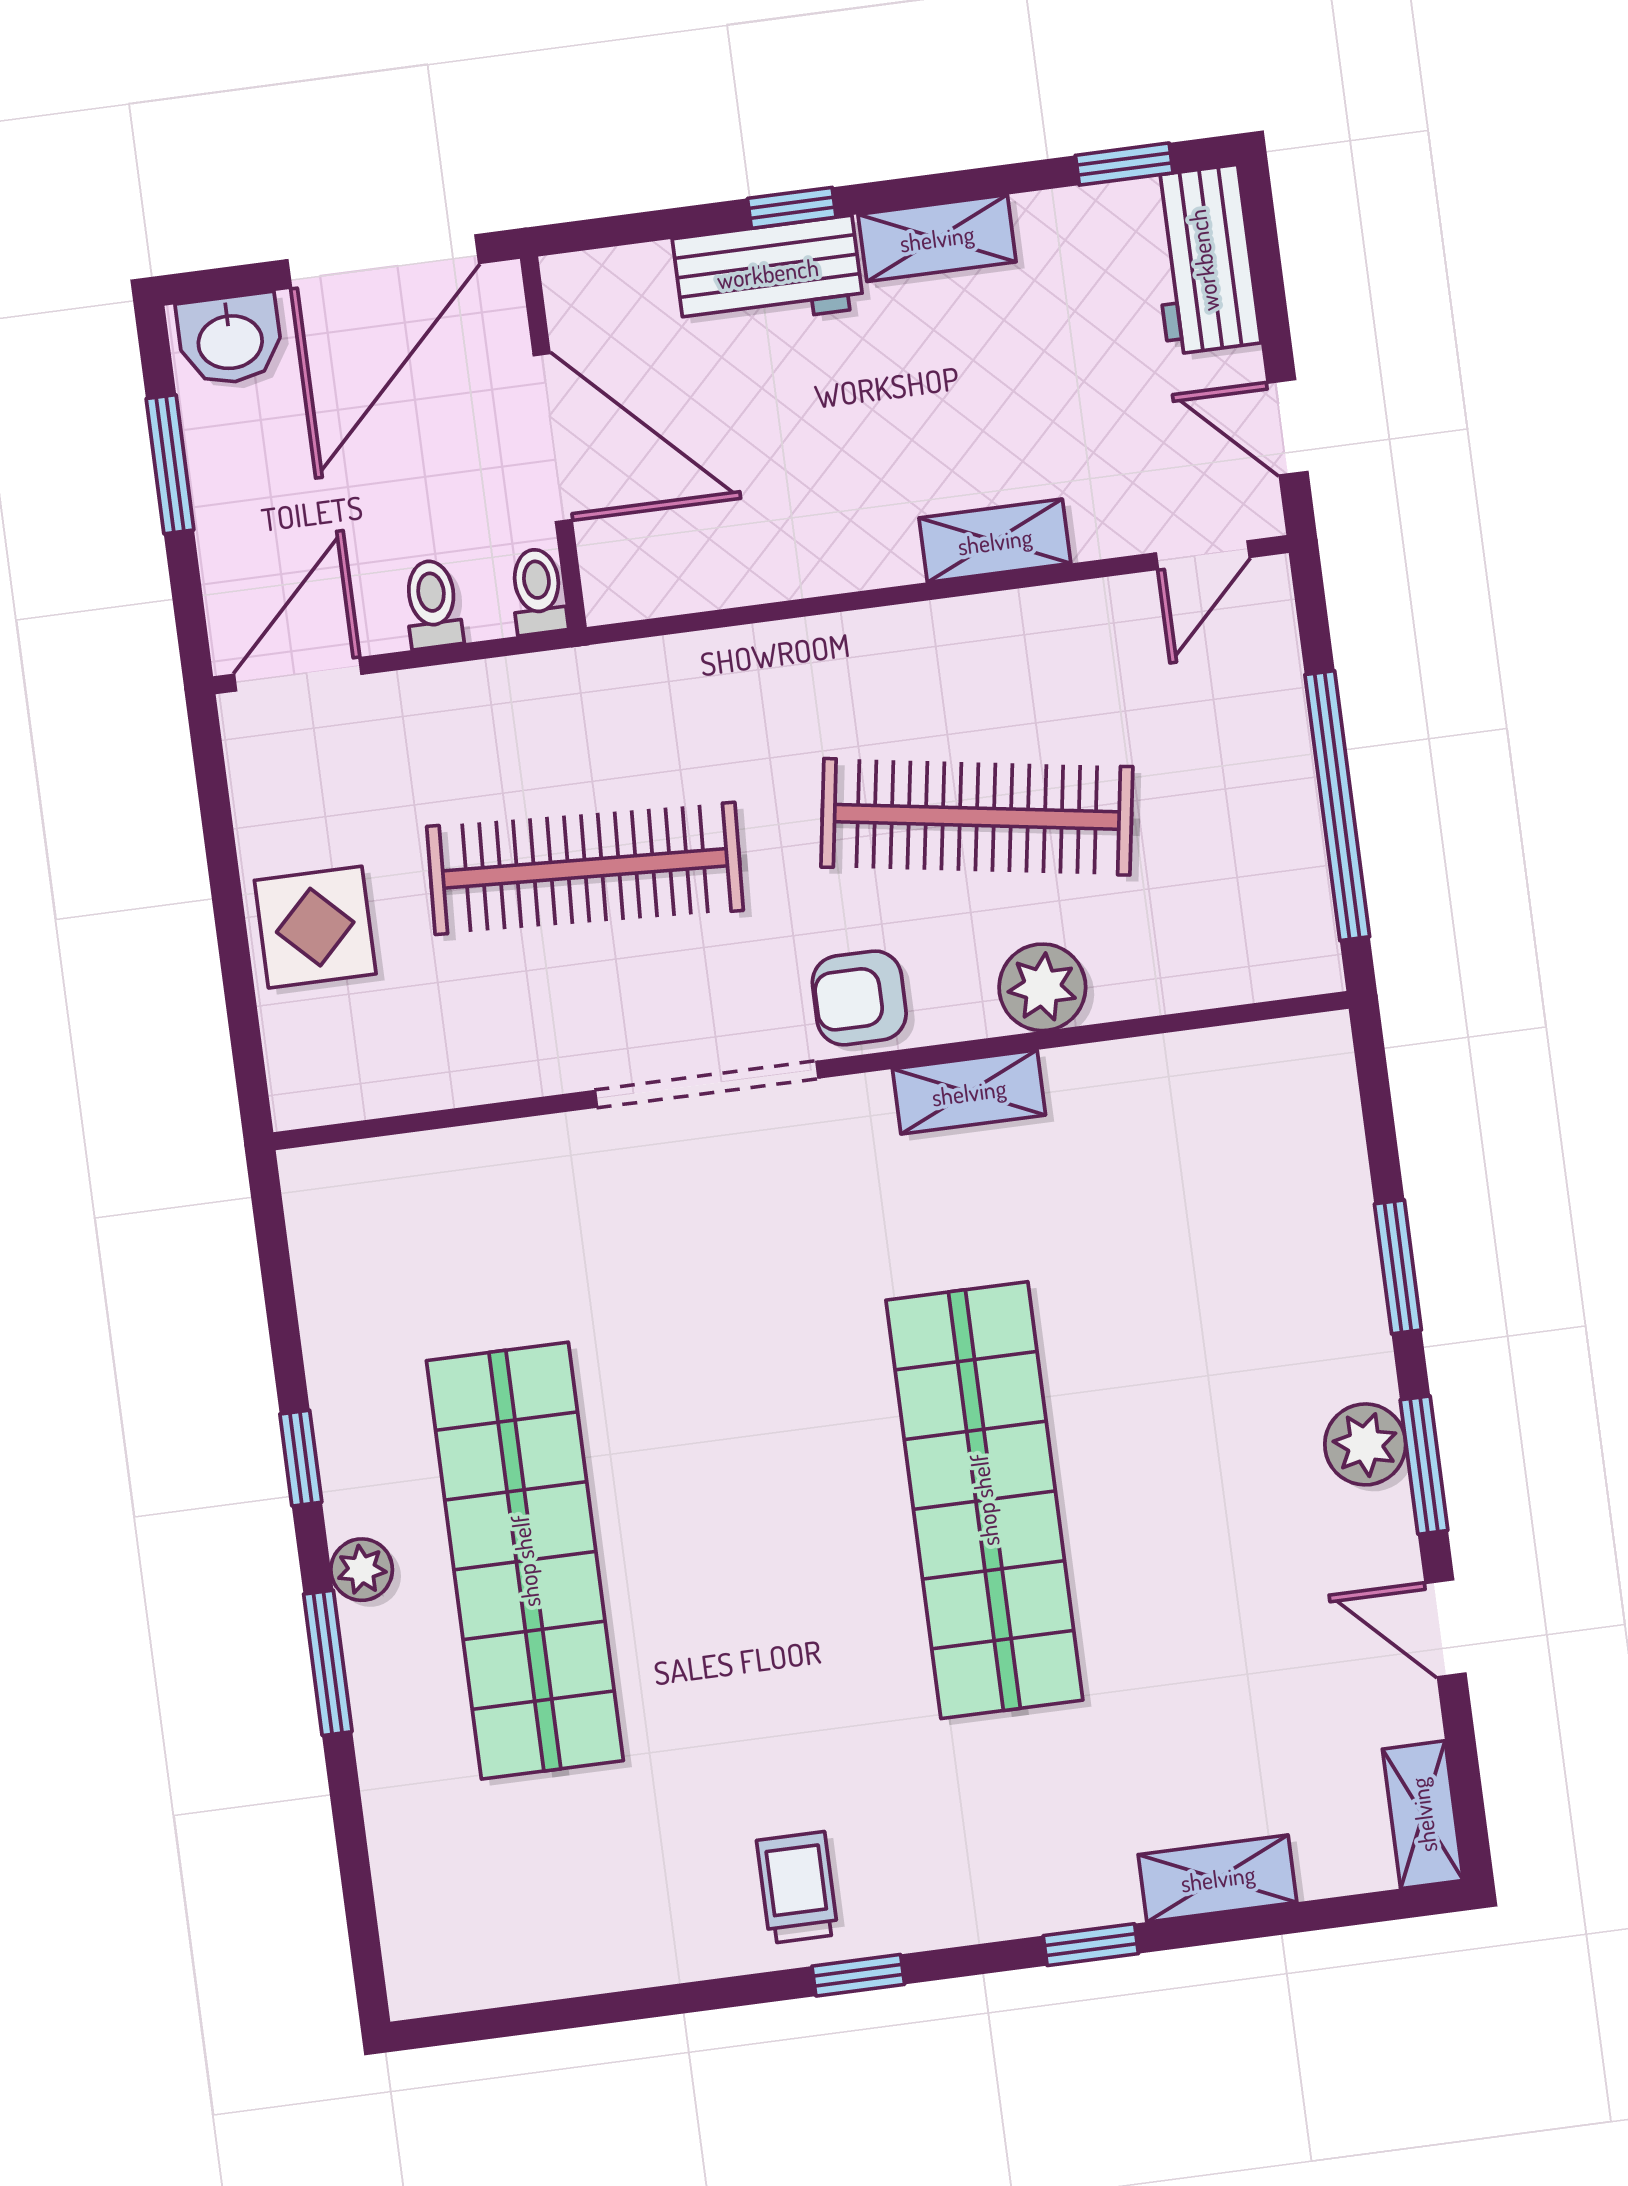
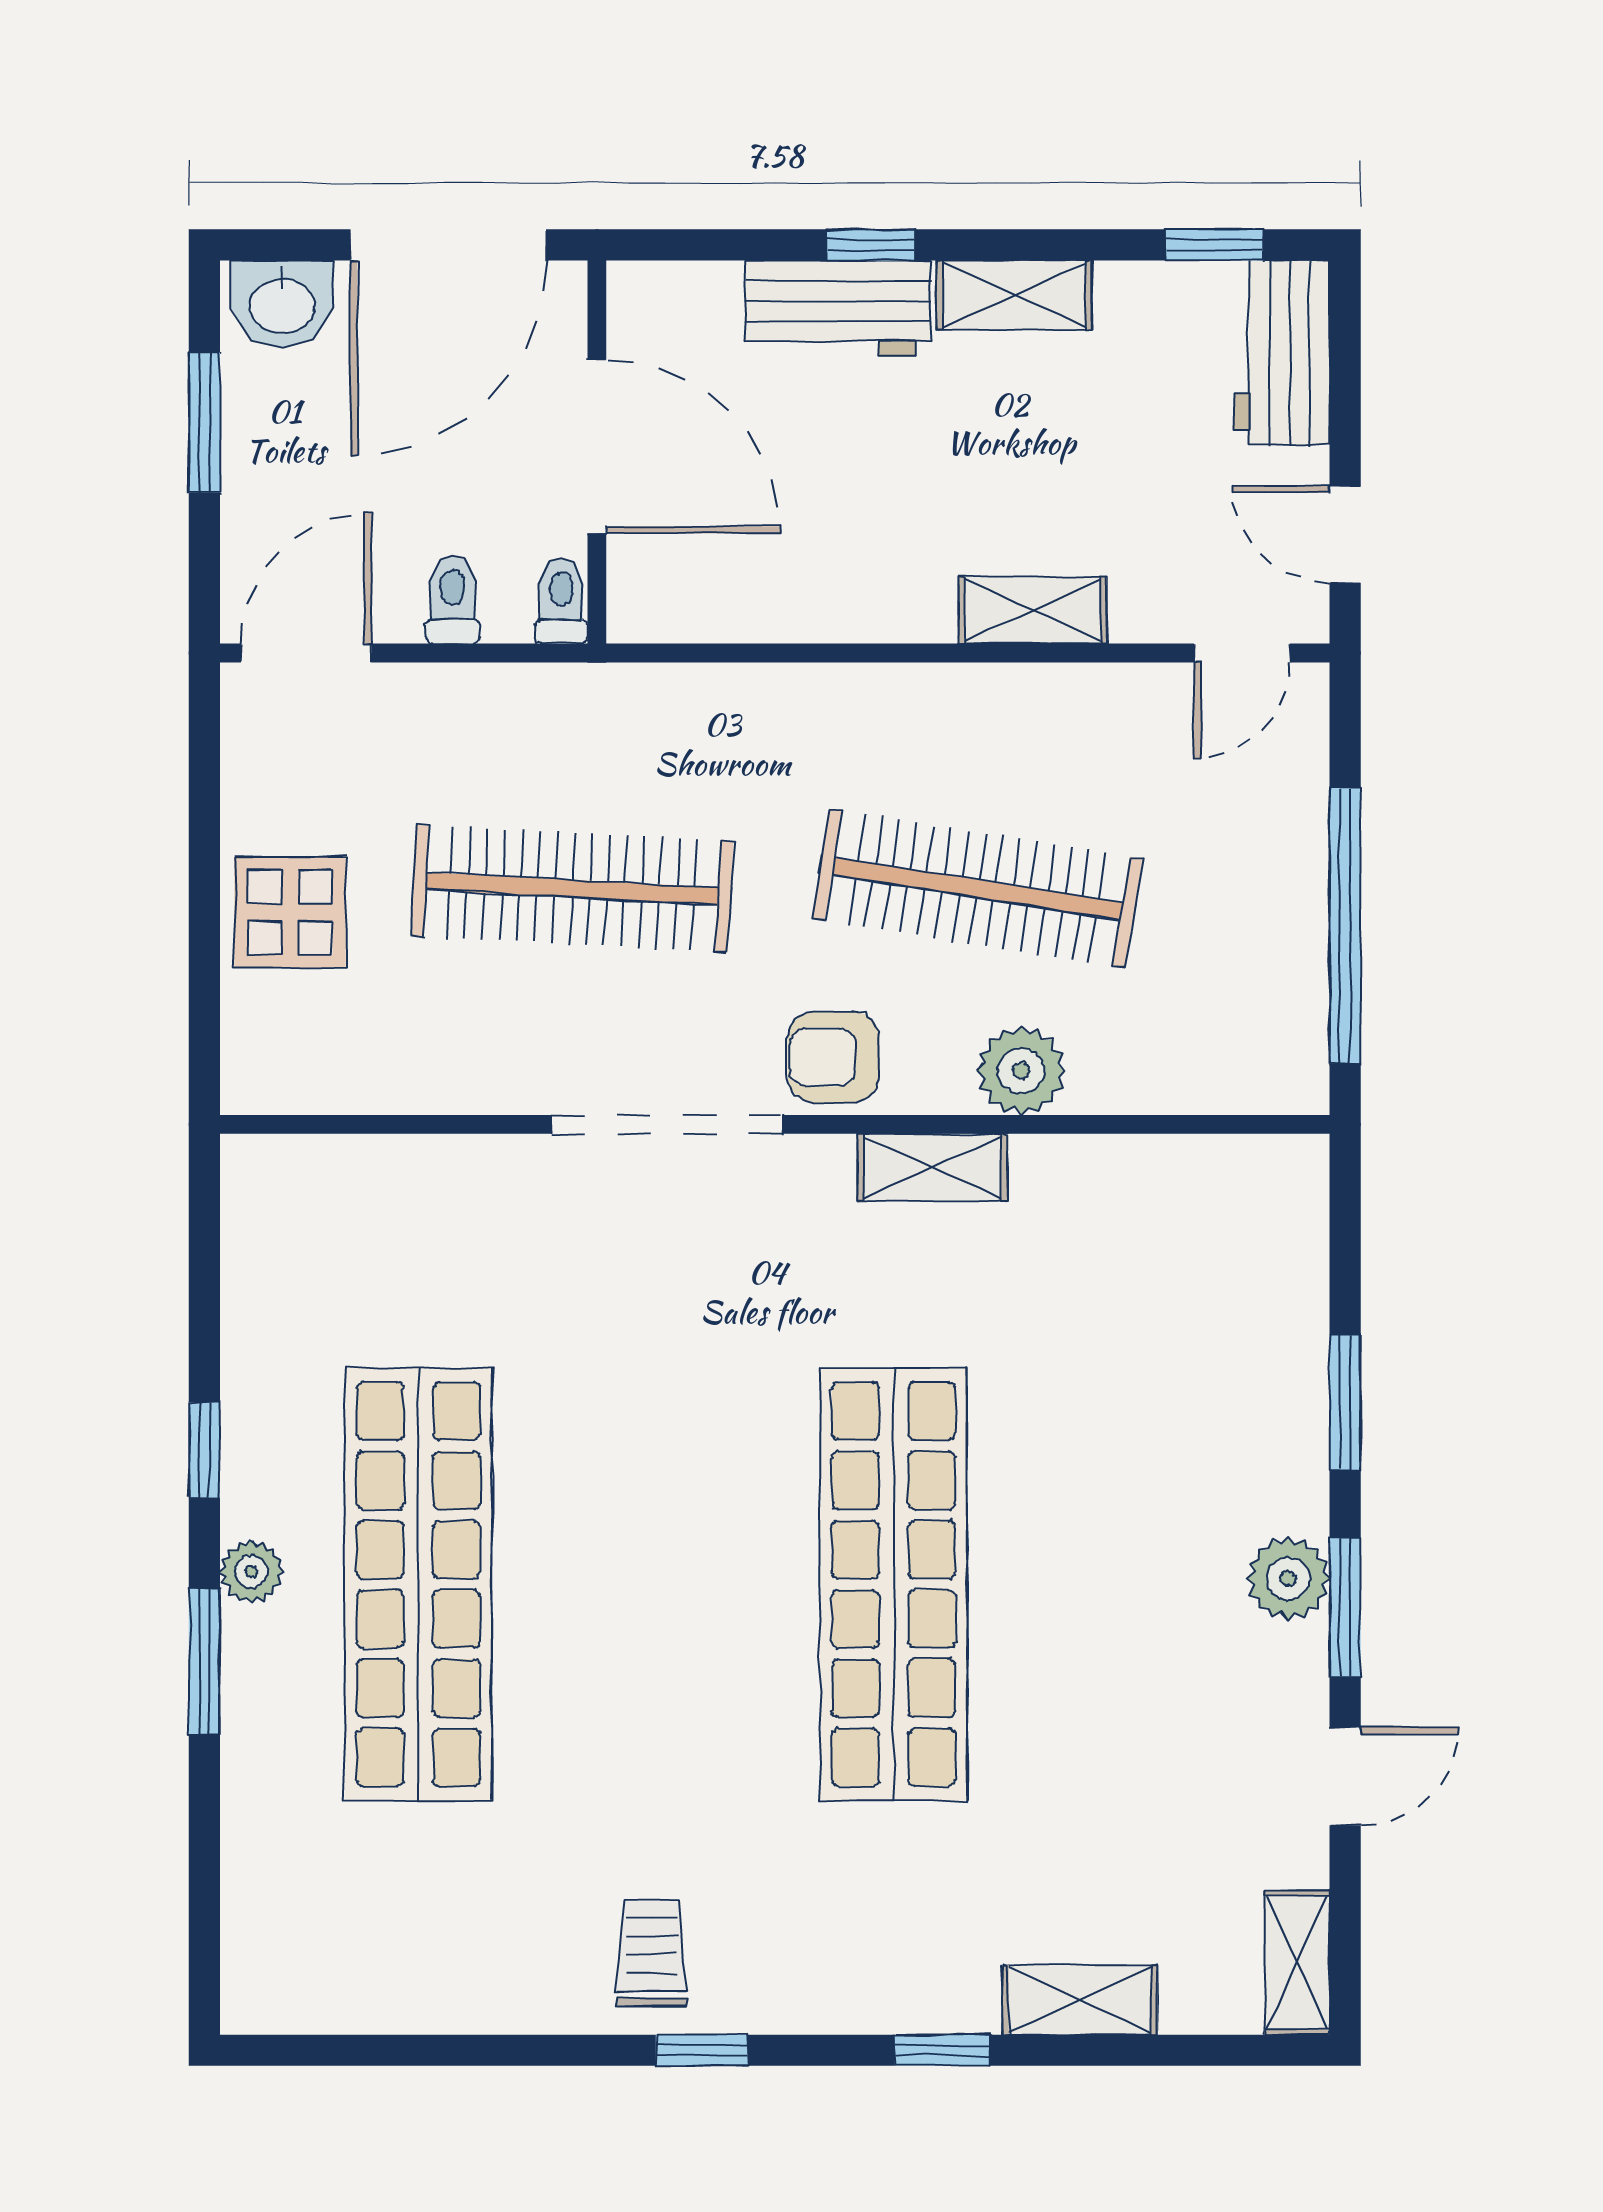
door: (1446, 1628) -> (1345, 1776), swing flipped

